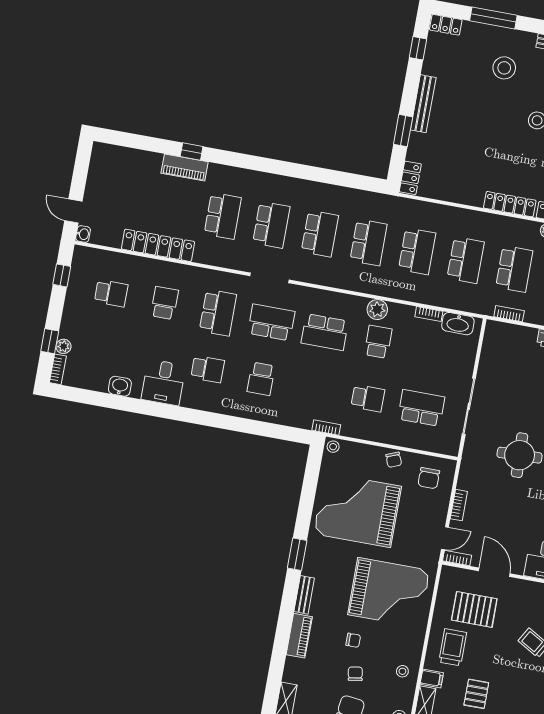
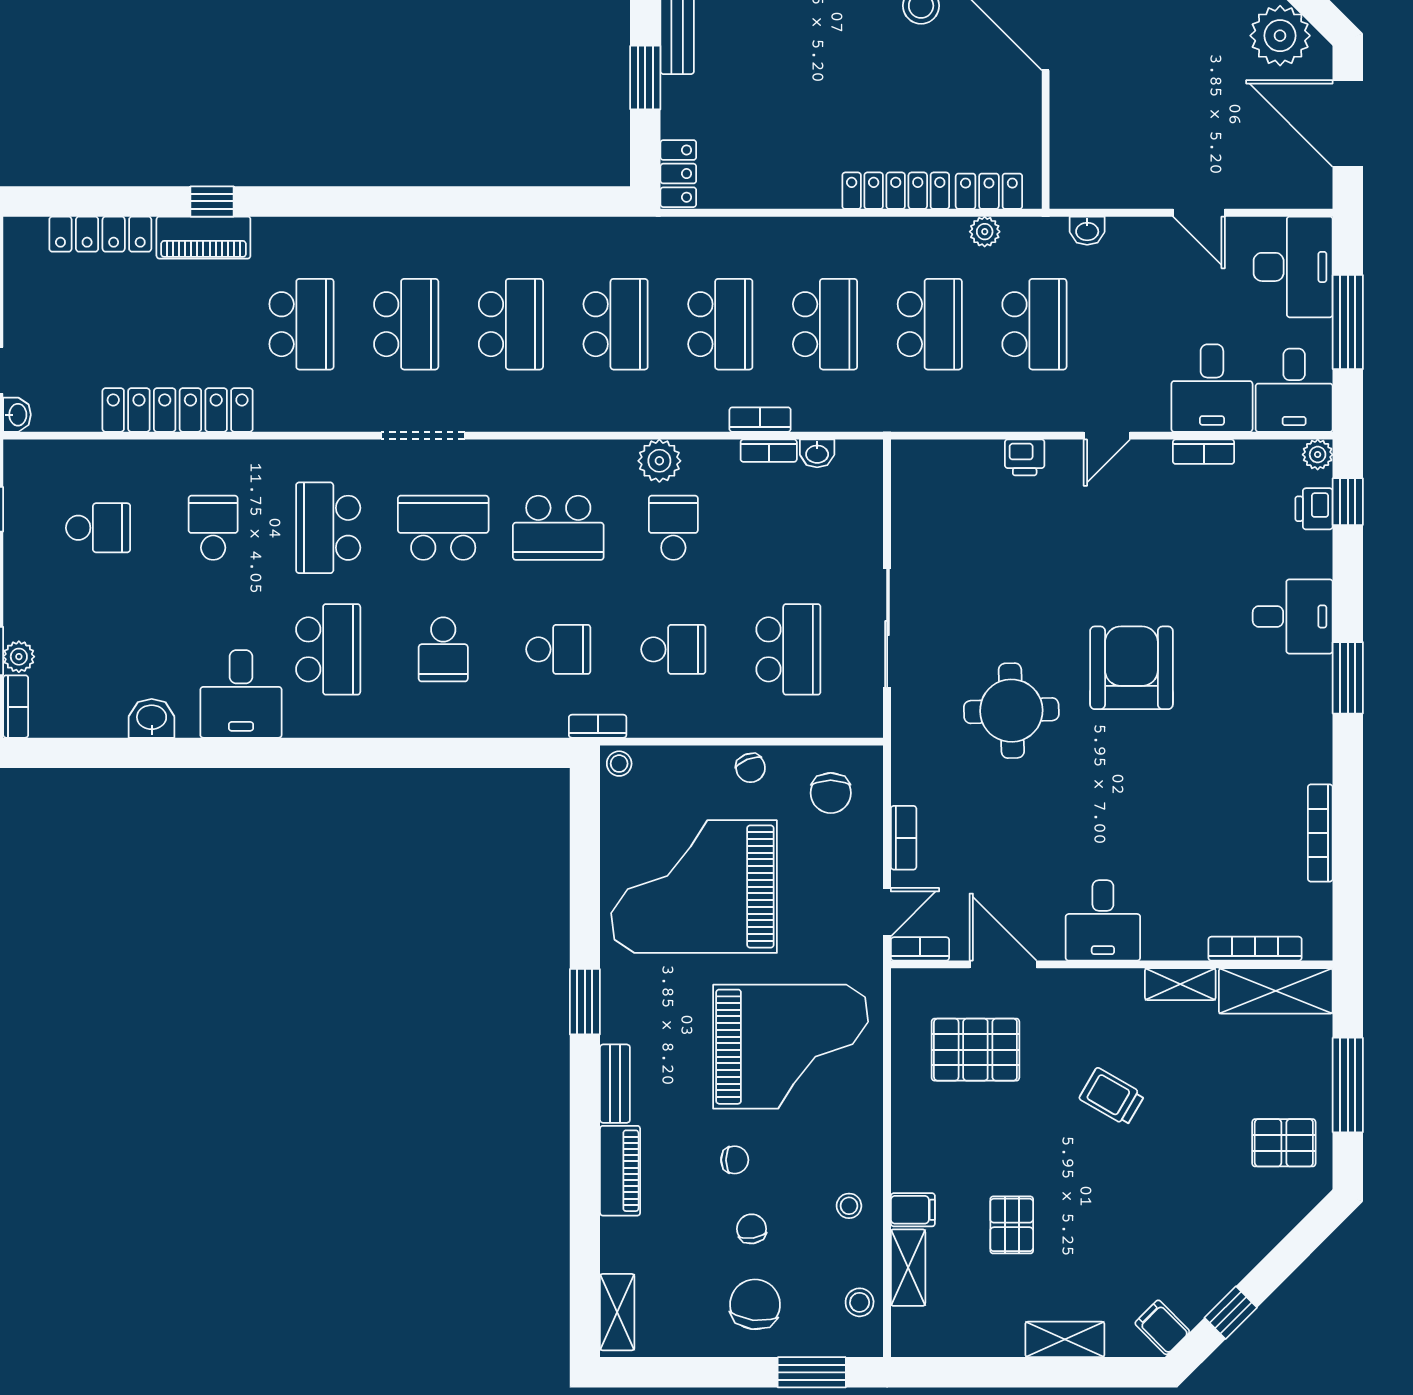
locker: (137, 157) -> (100, 234), added
school desk: (218, 313) -> (328, 528), turned 180
bookcase: (509, 314) -> (760, 420), moved
washbasin: (458, 324) -> (817, 453), width x0.52, depth x0.69
school desk: (208, 369) -> (328, 649), width x1.85
school desk: (314, 389) -> (558, 649), added
school desk: (421, 408) -> (788, 649), turned 90
trolley: (453, 647) -> (945, 1137), removed

